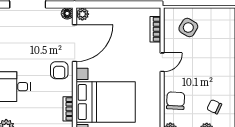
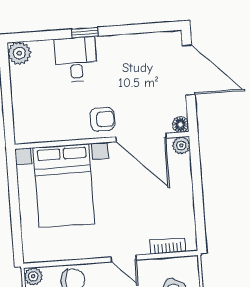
armchair: (59, 70) -> (102, 119), turned 180
bookcase: (68, 109) -> (51, 135), removed

